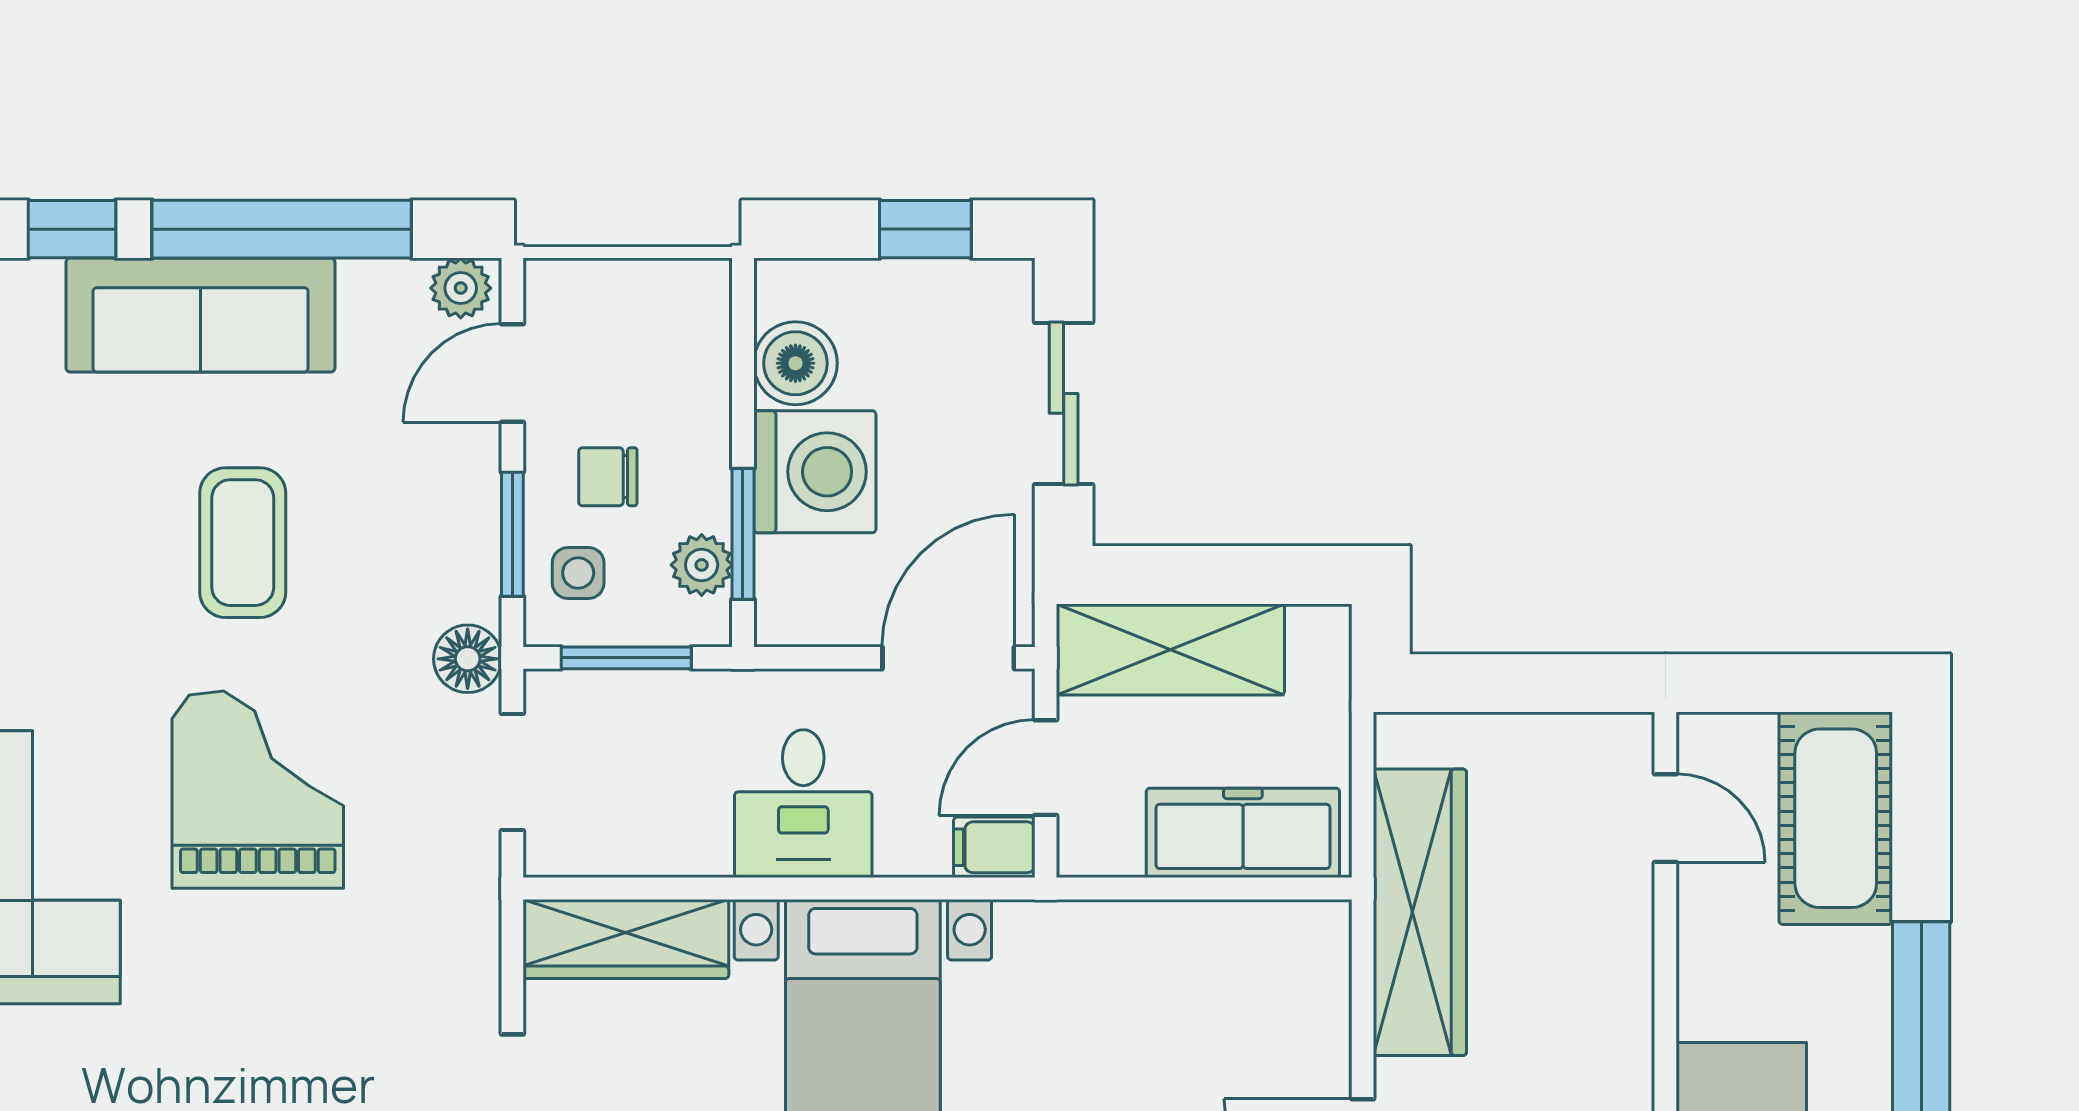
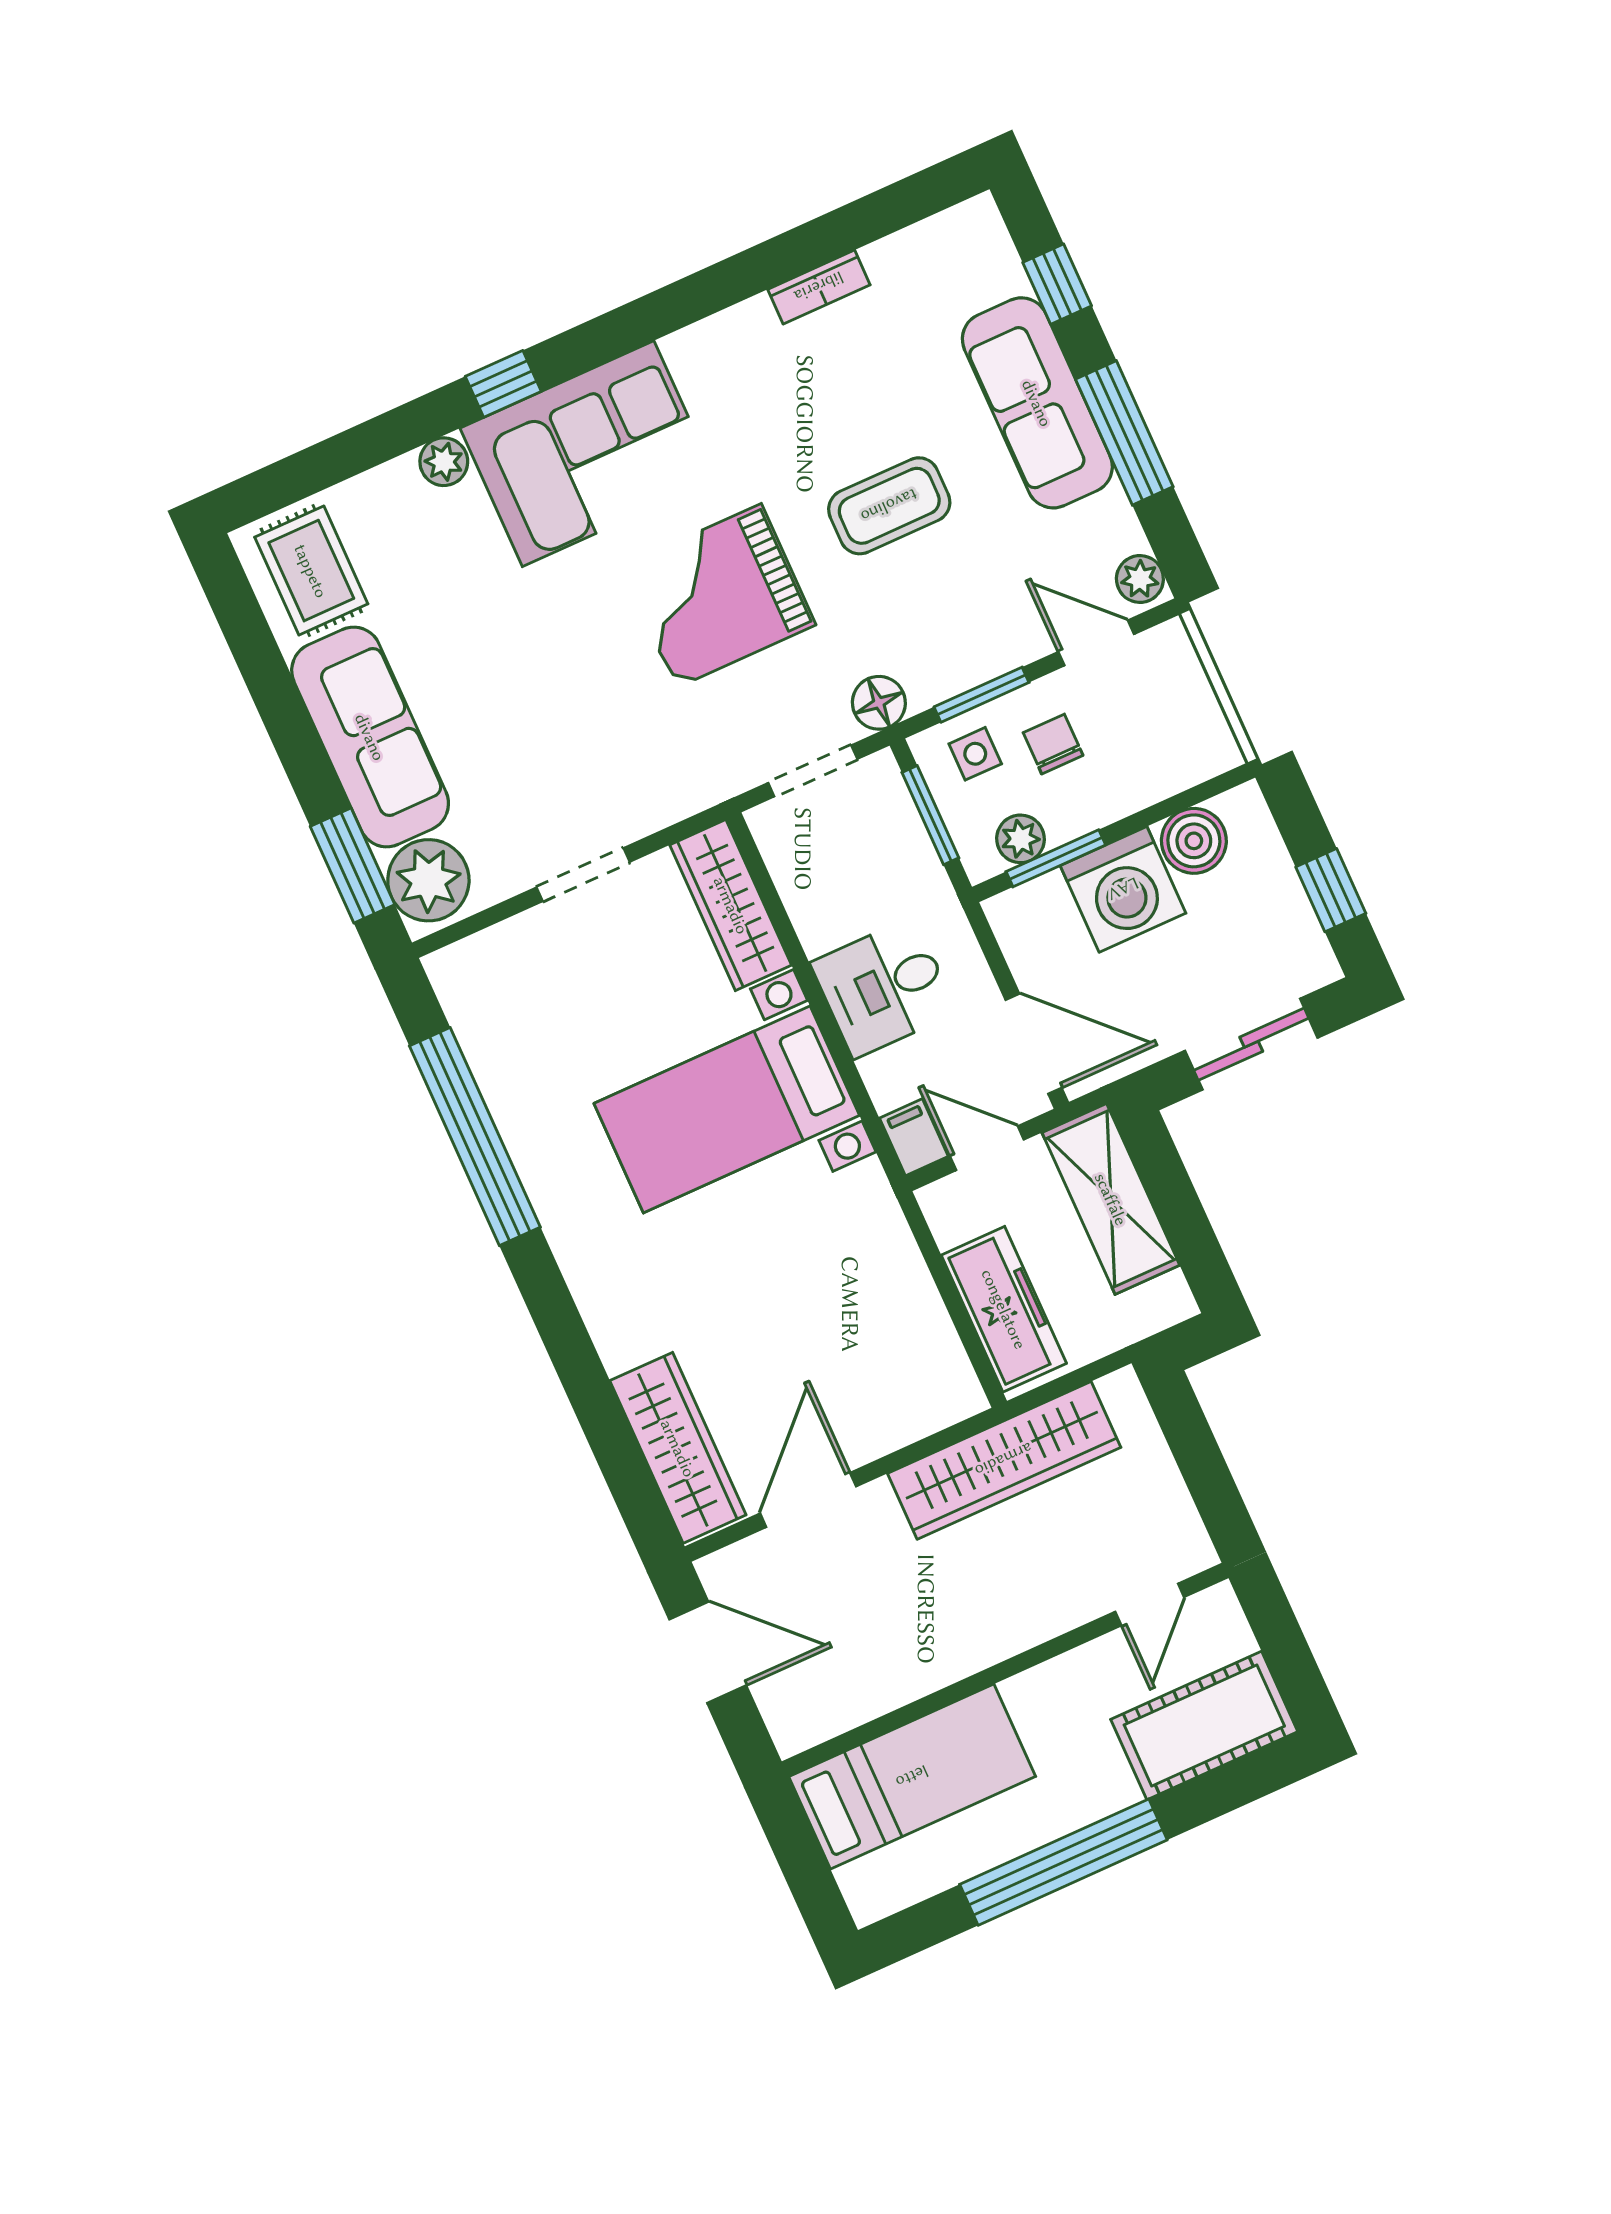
window: (282, 229) -> (1124, 433), width x0.68
grand piano: (258, 790) -> (719, 596), turned 180

